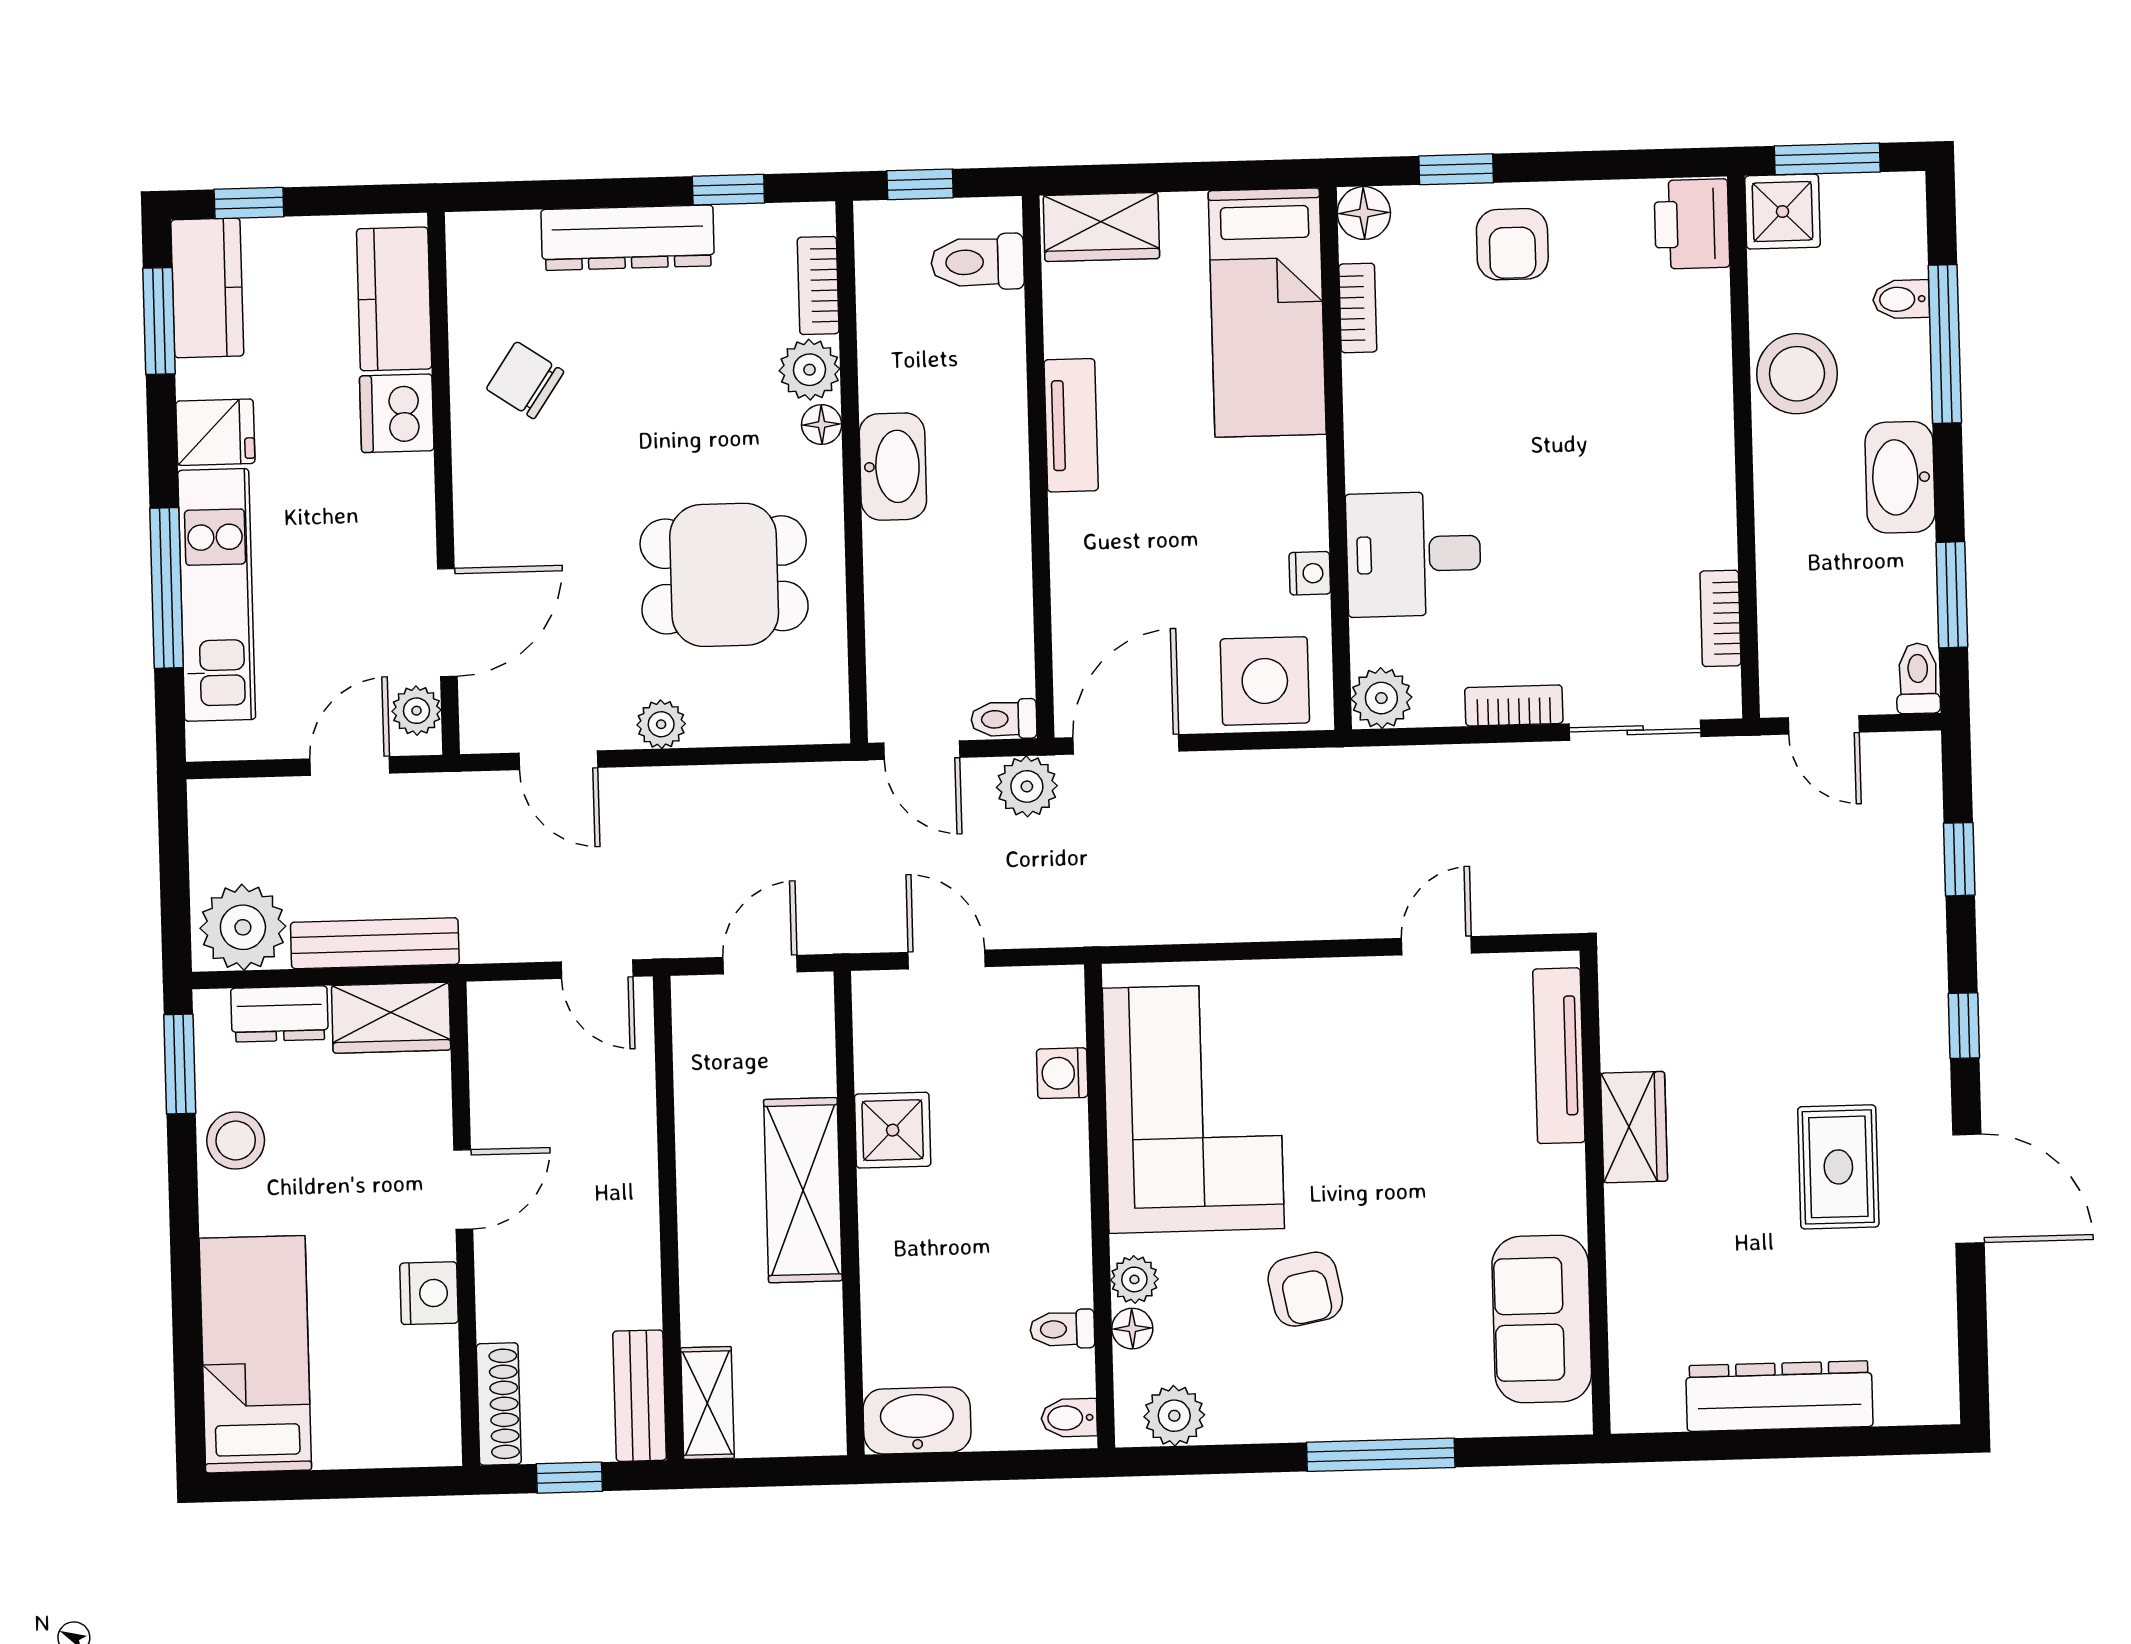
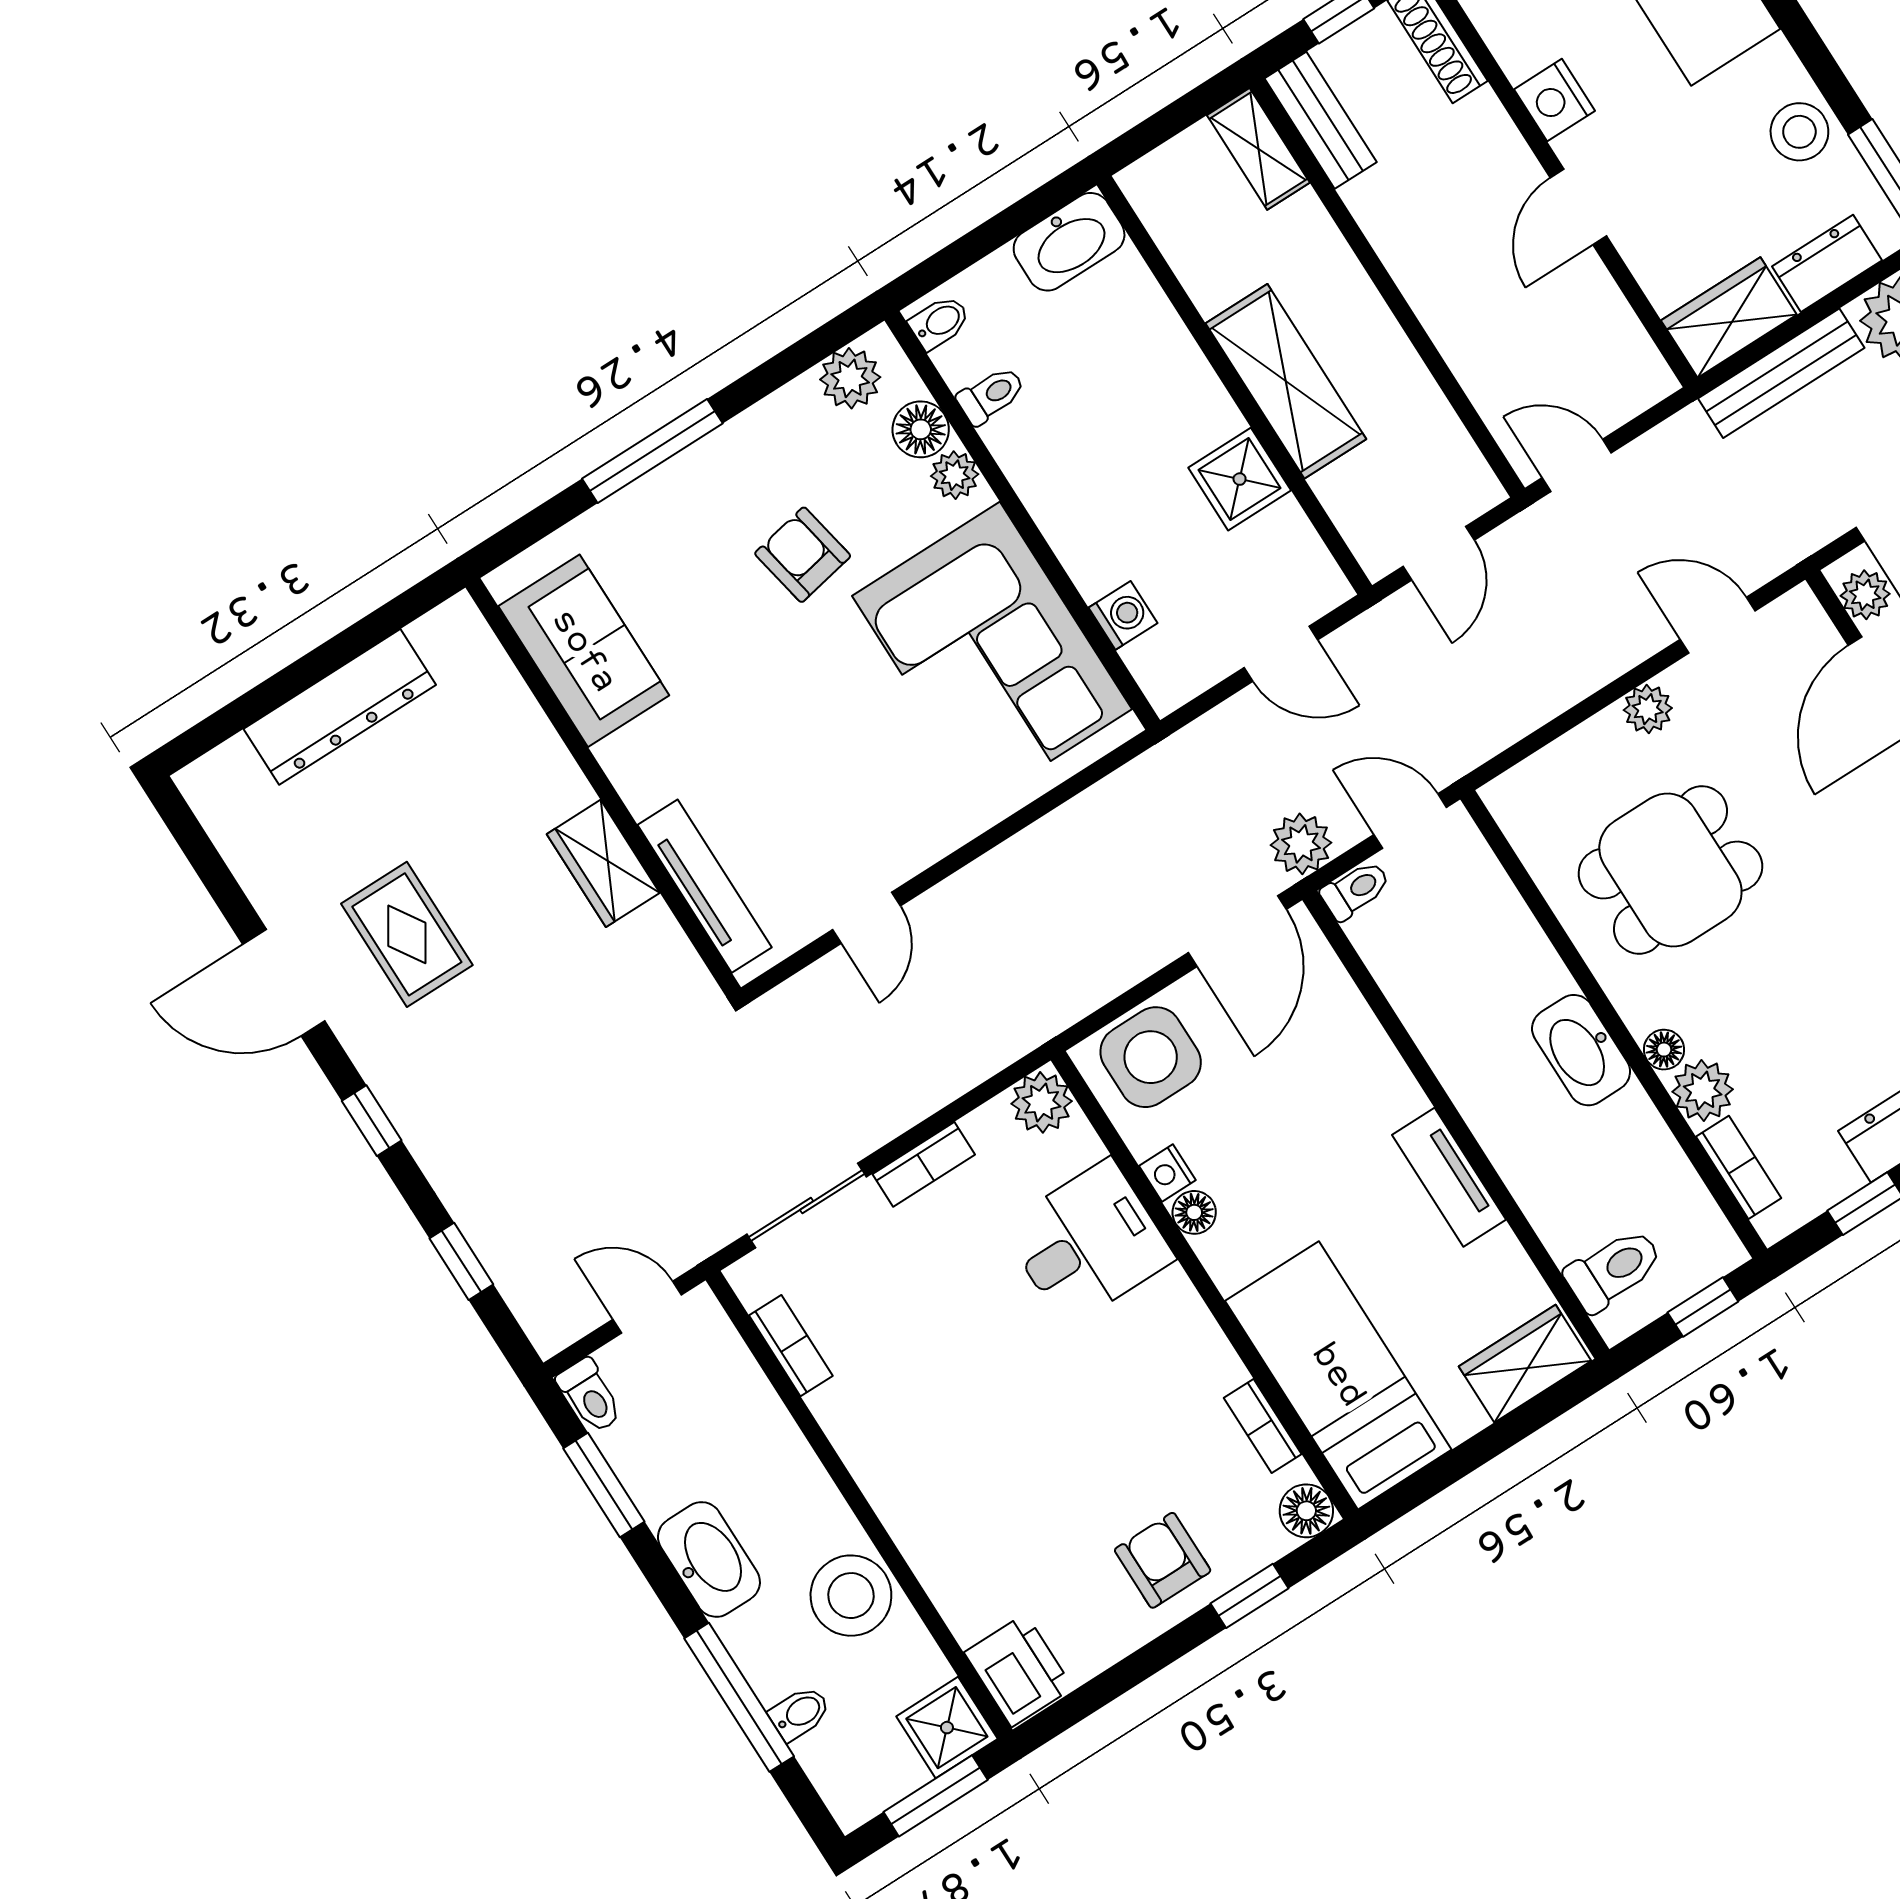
floor lamp: (1307, 526) -> (1194, 1212), added
floor lamp: (1132, 1329) -> (921, 429), width x1.37, depth x1.37

